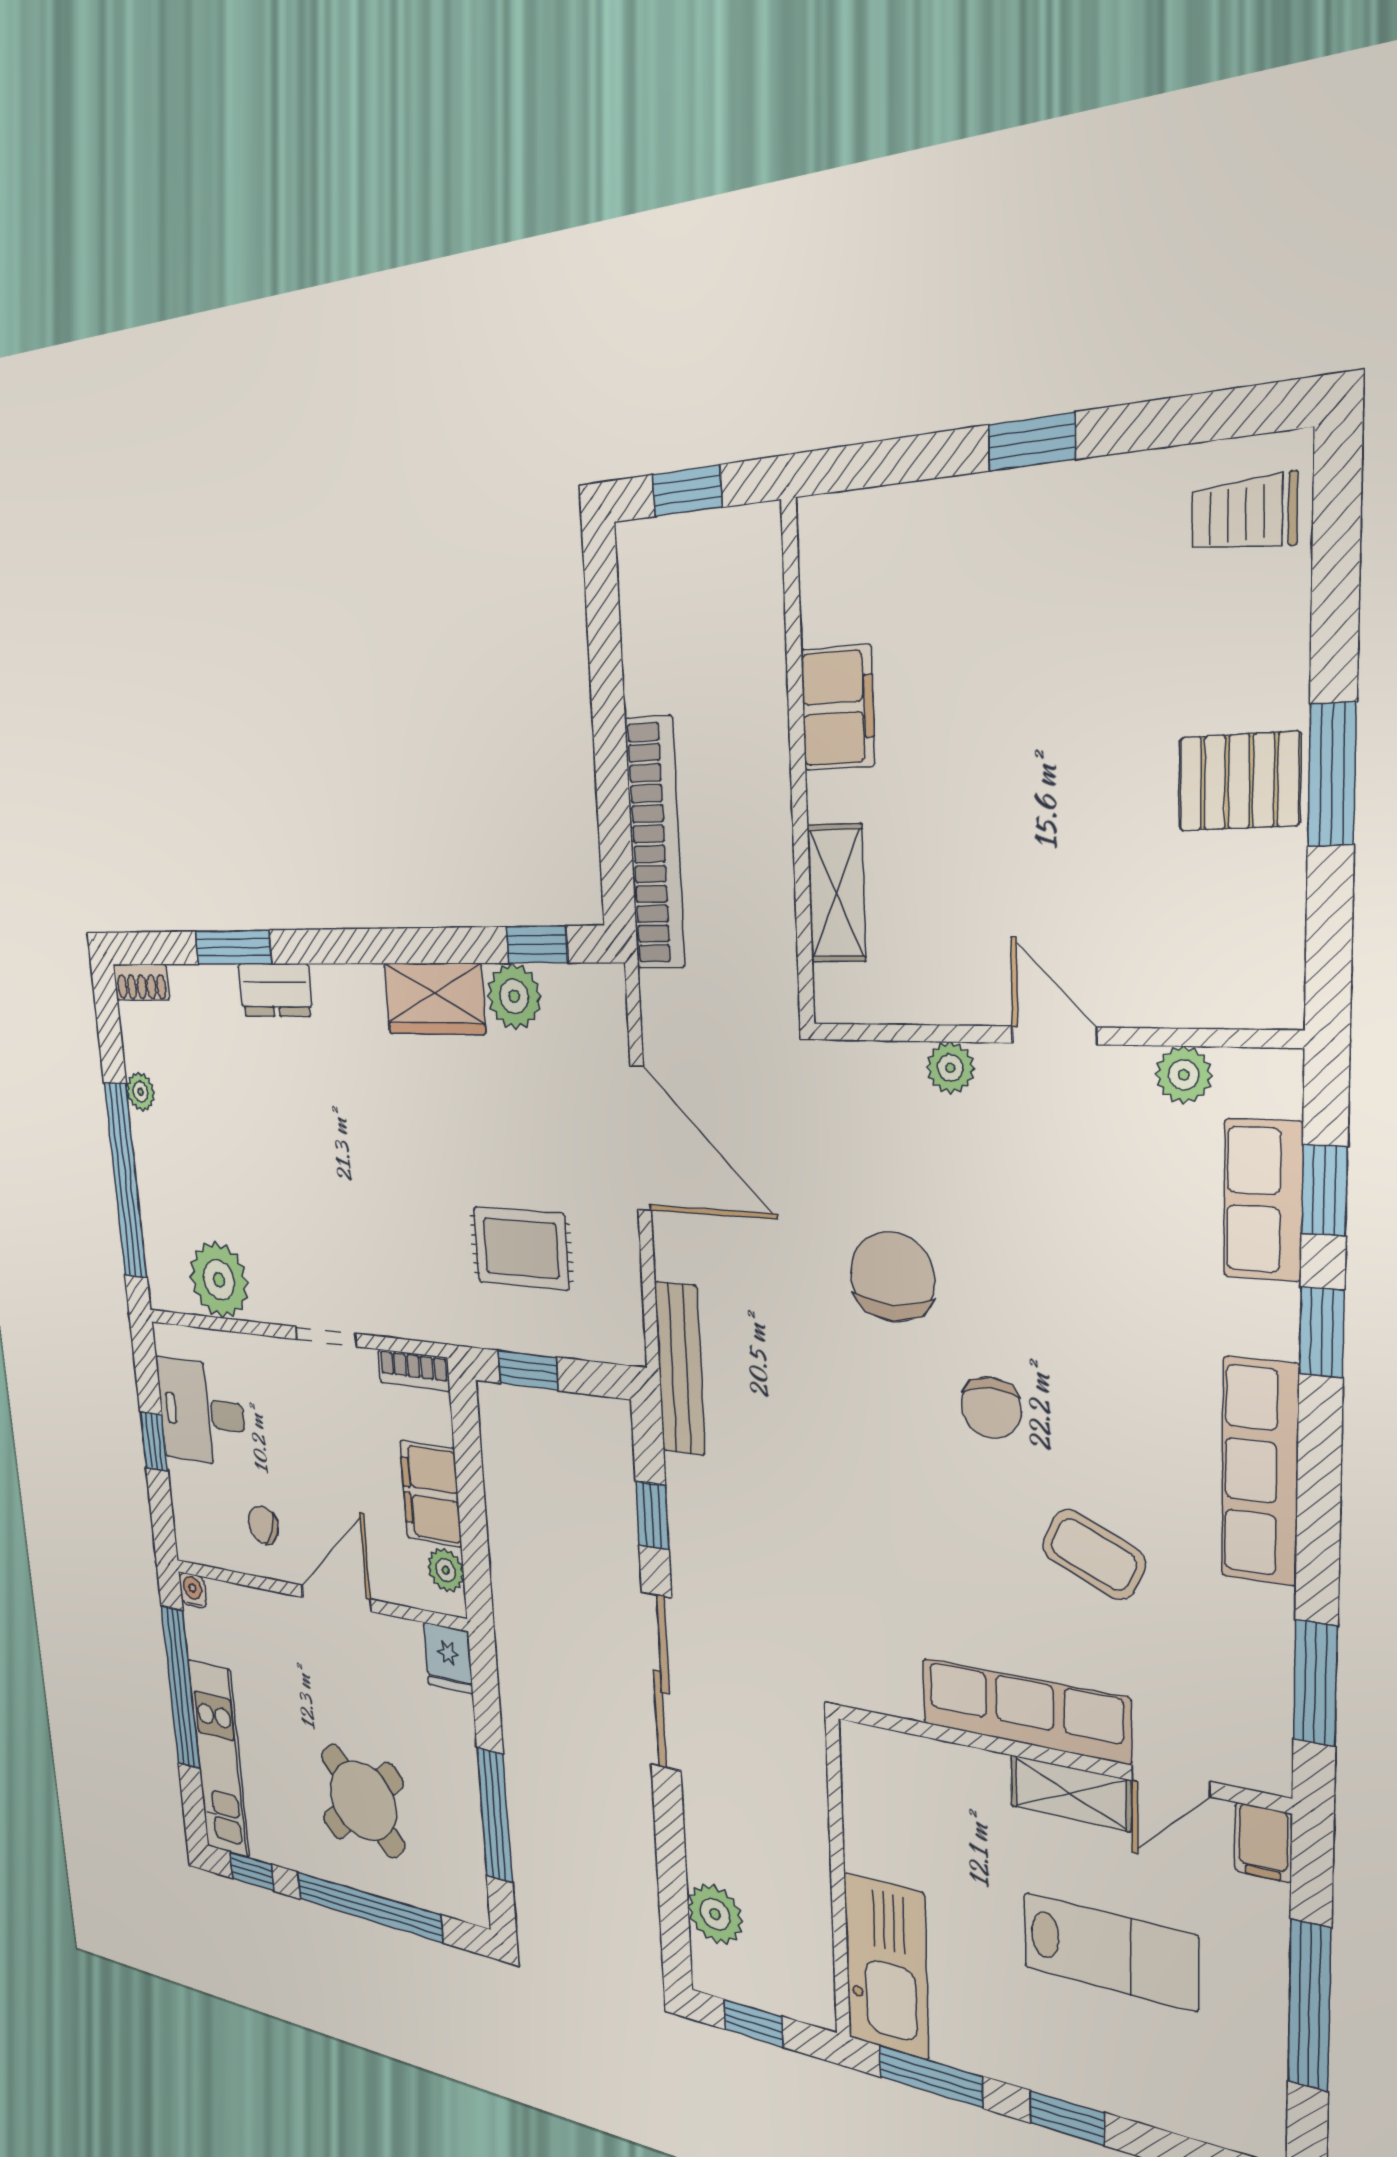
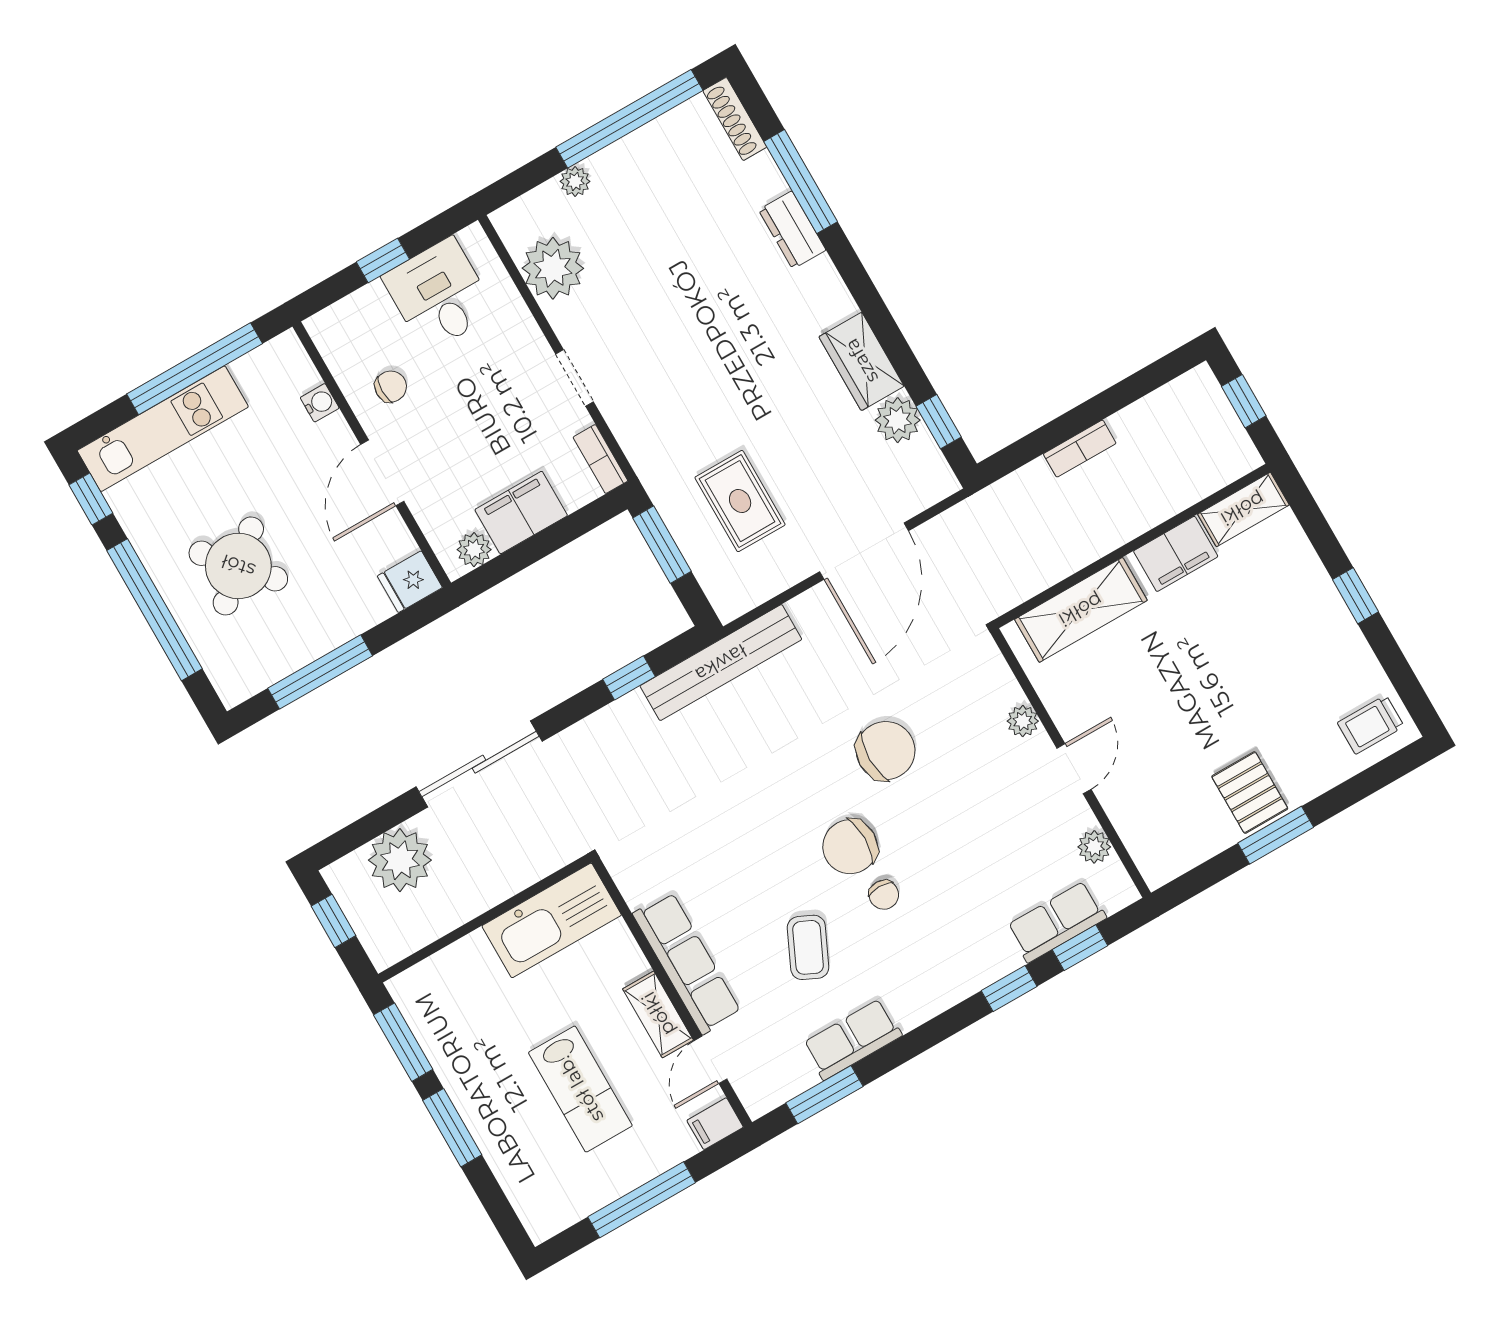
trolley: (1244, 514) -> (1371, 725), turned -90
shelving: (826, 568) -> (1243, 509), added
bookcase: (655, 844) -> (1080, 449), width x0.43, depth x0.76
shelving: (836, 893) -> (1081, 610), width x1.50, depth x1.33
window: (233, 947) -> (801, 182), width x1.44
shoe rack: (141, 982) -> (735, 119), width x1.43
plant: (141, 1092) -> (575, 181), moved
window: (126, 1181) -> (629, 119), moved
bench: (680, 1369) -> (721, 663), width x1.37, depth x1.21
window: (528, 1370) -> (662, 545), width x1.50
chair: (991, 1408) -> (850, 847), width x1.37, depth x1.37
chair: (1080, 1410) -> (884, 895), added
row of seats: (1260, 1471) -> (852, 1039), moved, width x0.68
chair: (263, 1525) -> (391, 387), turned 69
water cooler: (193, 1591) -> (320, 403), moved
door: (336, 1598) -> (382, 473), swing flipped
sliding door: (661, 1682) -> (479, 764), moved
door: (1171, 1781) -> (710, 1060), hinge flipped
plant: (715, 1914) -> (400, 860), width x1.36, depth x1.36
kitchen sink: (886, 1966) -> (552, 920), moved
window: (1067, 2118) -> (452, 1128), width x1.50

